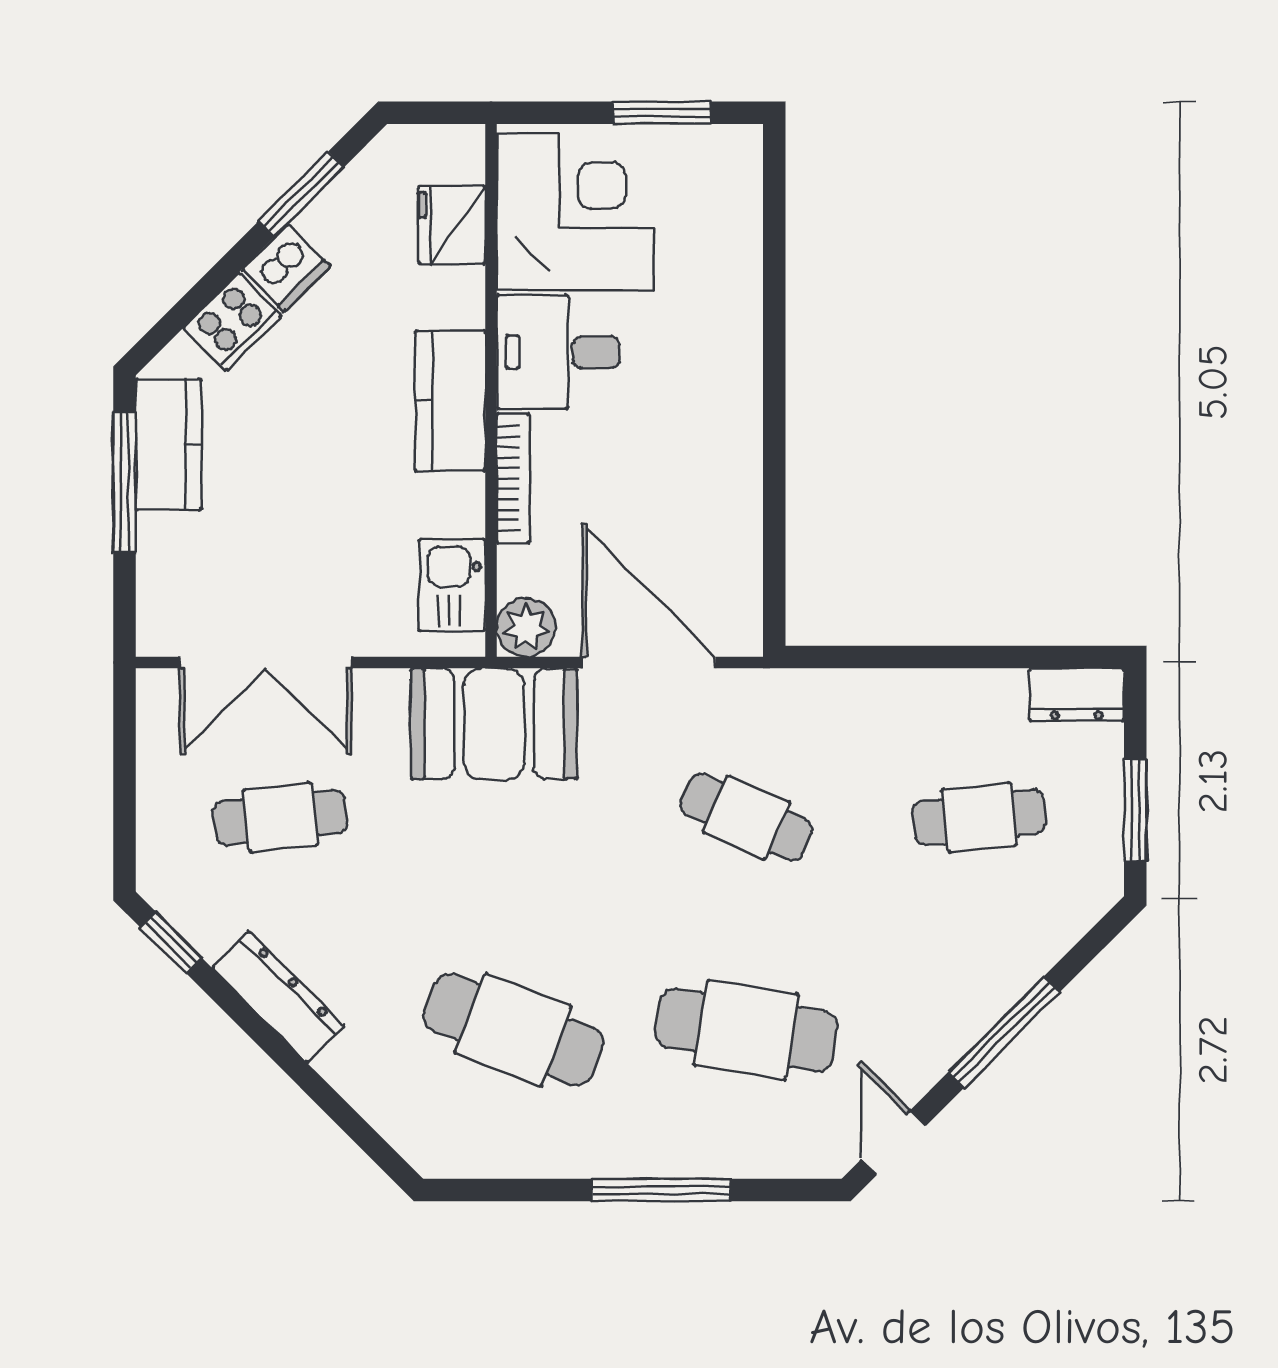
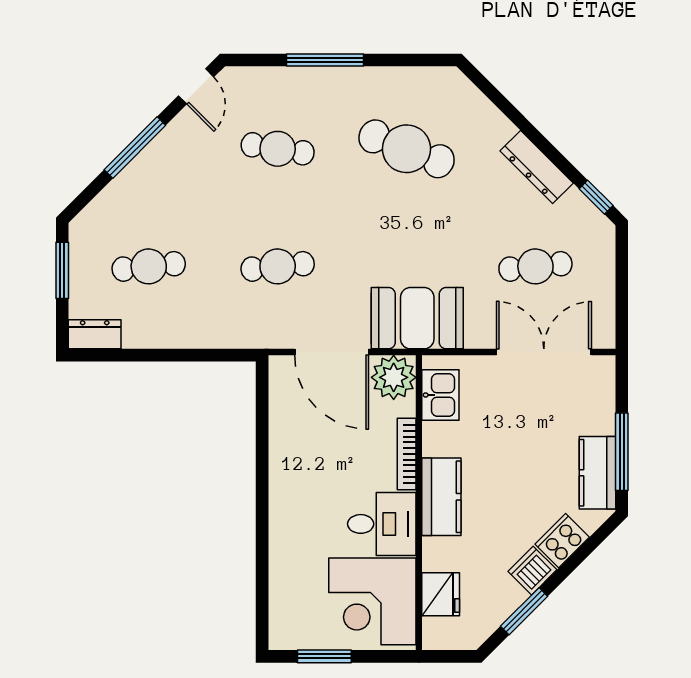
plant: (526, 628) -> (394, 377), width x1.36, depth x1.36
cafe table: (746, 817) -> (278, 266), turned -30
cafe table: (746, 1030) -> (278, 149), width x0.73, depth x0.74

